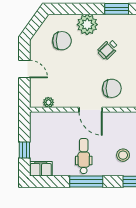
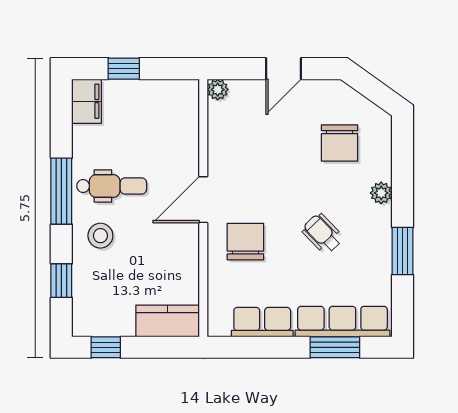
plant: (87, 25) -> (381, 193), width x0.53, depth x0.53
chair: (112, 88) -> (245, 242), turned 180
plant: (48, 102) -> (218, 90), moved
stool: (123, 155) -> (100, 236), moved

